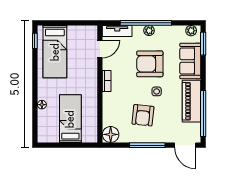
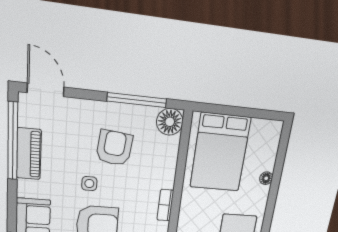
piano: (191, 101) -> (29, 154), width x0.73, depth x0.75
bed: (70, 119) -> (220, 153), width x1.50
window: (147, 145) -> (137, 100), moved

